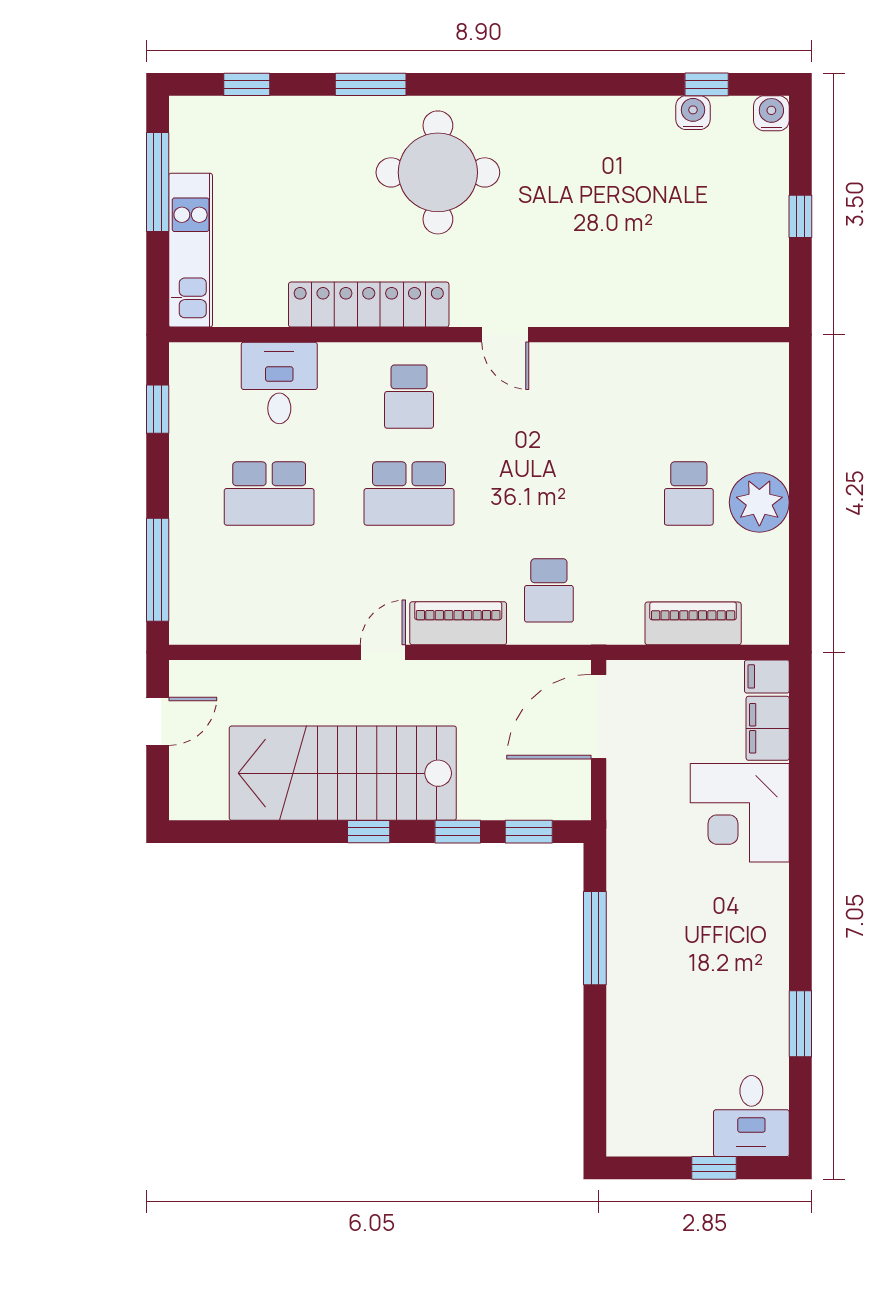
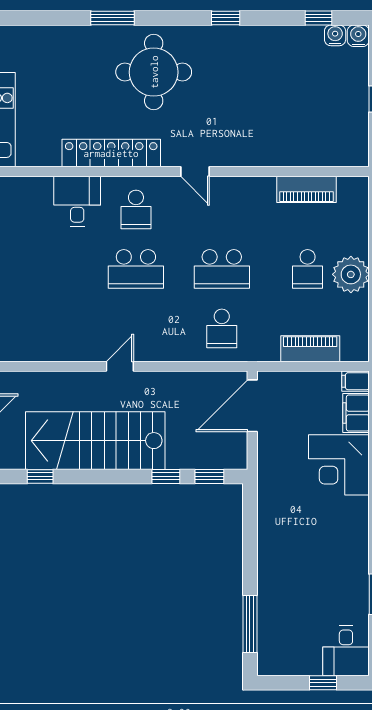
window: (247, 84) -> (226, 18), moved
water cooler: (693, 113) -> (335, 35), moved
desk: (279, 383) -> (77, 201), moved
school desk: (269, 493) -> (222, 269), moved
piano: (458, 623) -> (306, 189), moved, turned 180
window: (369, 832) -> (40, 476), moved
window: (595, 938) -> (250, 624), moved

